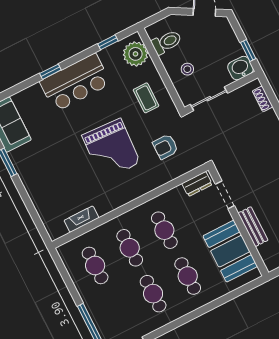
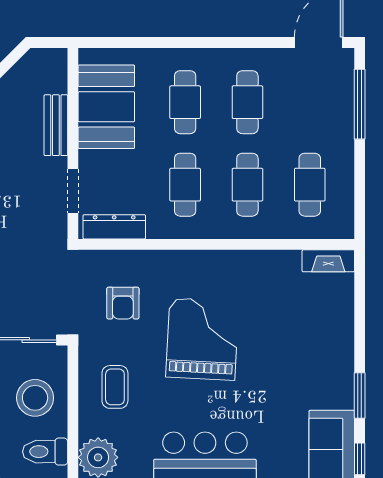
stool: (187, 69) -> (35, 398), width x1.89, depth x1.89
armchair: (165, 147) -> (123, 303), turned 90
dresser: (197, 184) -> (114, 227), width x1.44
fireplace: (81, 219) -> (328, 261), moved

